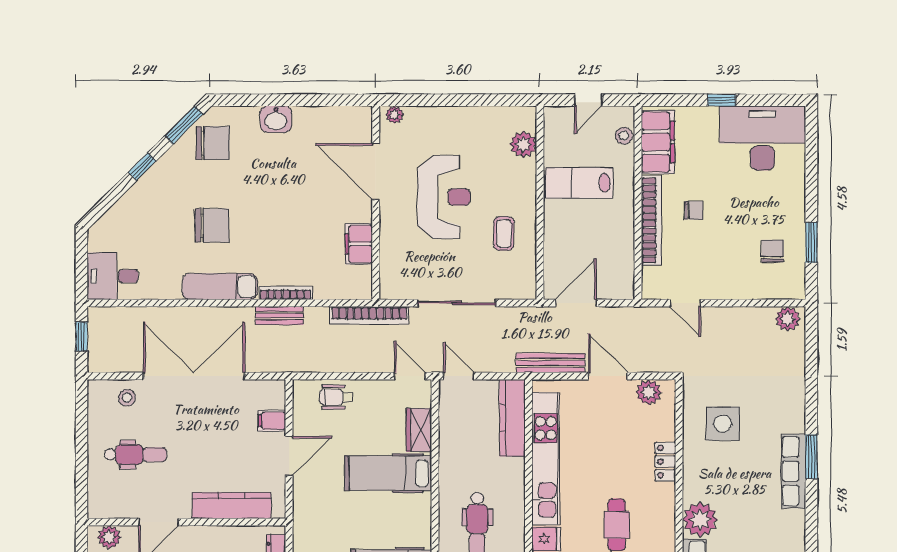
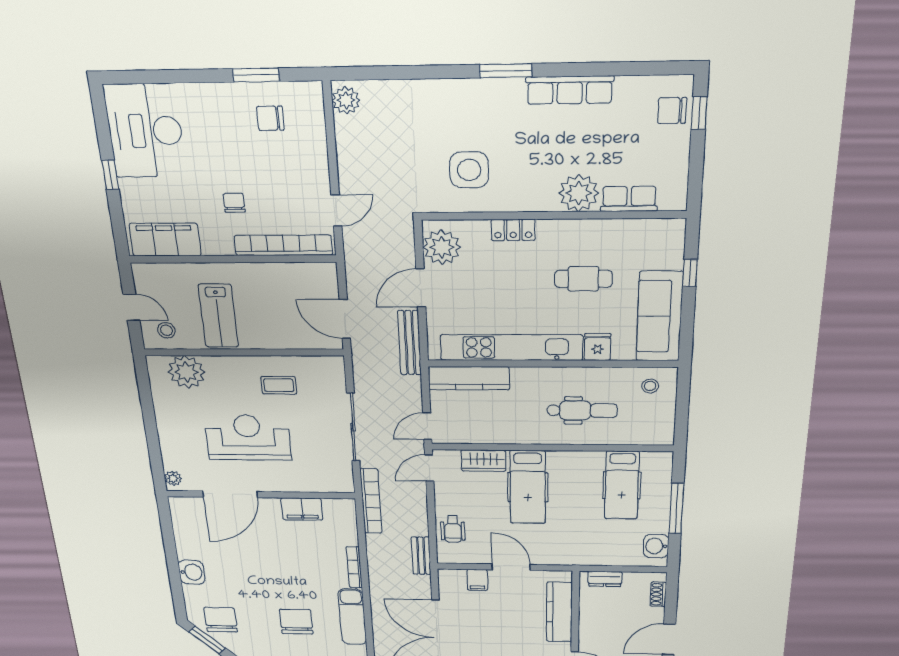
stool: (624, 136) -> (166, 330), moved
plant: (523, 144) -> (187, 372), width x1.36, depth x1.36
bookcase: (652, 220) -> (283, 245), moved
bench: (279, 316) -> (421, 556), moved
plant: (649, 392) -> (442, 247), width x1.36, depth x1.36
row of seats: (794, 471) -> (570, 90), moved

